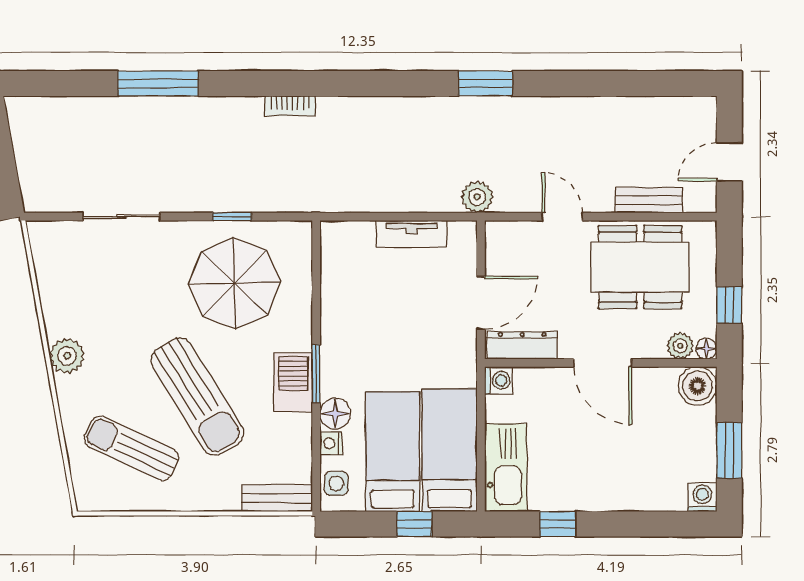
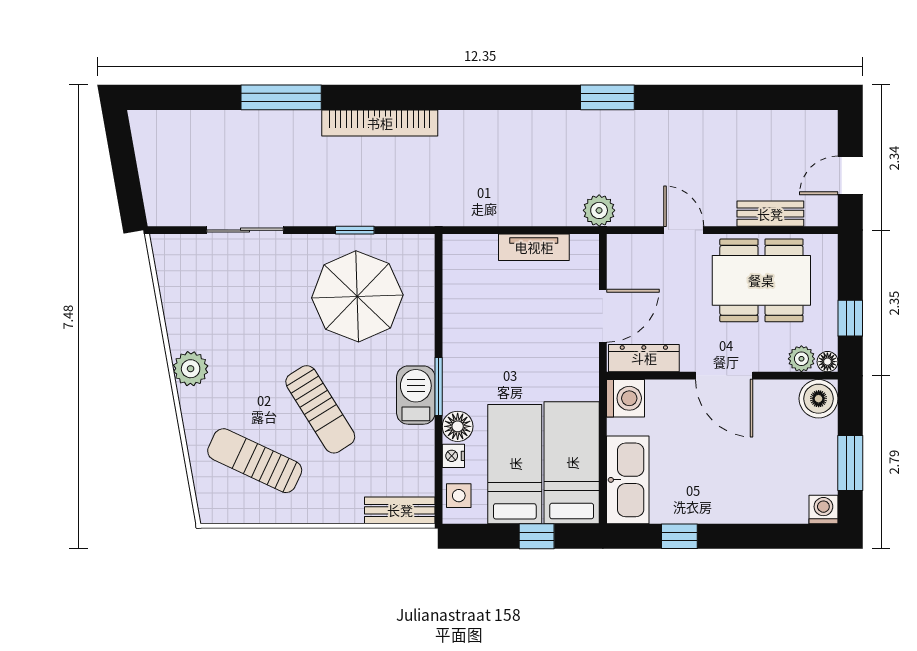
bookcase: (290, 106) -> (380, 123), width x2.31, depth x1.31
washing machine: (498, 380) -> (625, 398), width x1.38, depth x1.38
sun lounger: (197, 397) -> (320, 409), width x0.73, depth x0.75

